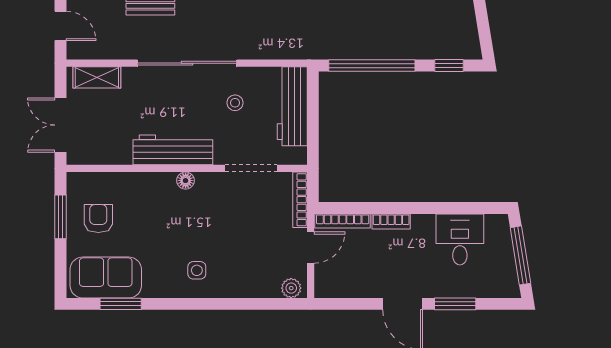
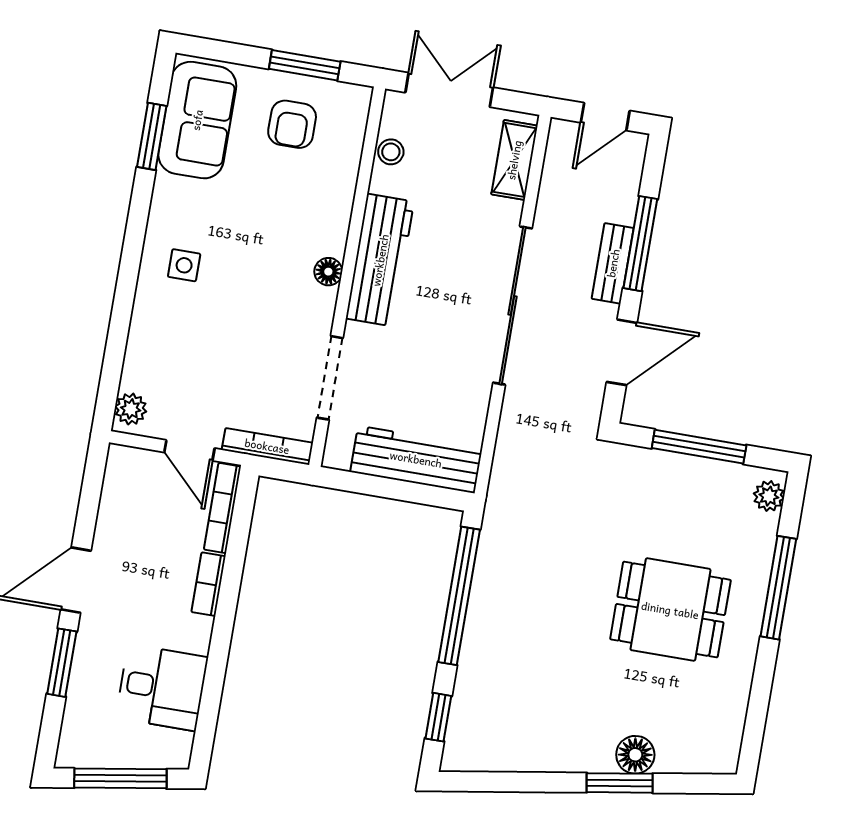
stool: (235, 103) -> (391, 152), moved
armchair: (98, 218) -> (292, 124), turned 90

